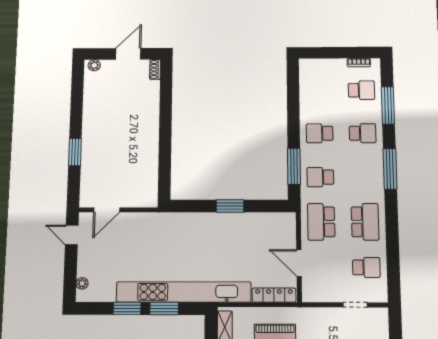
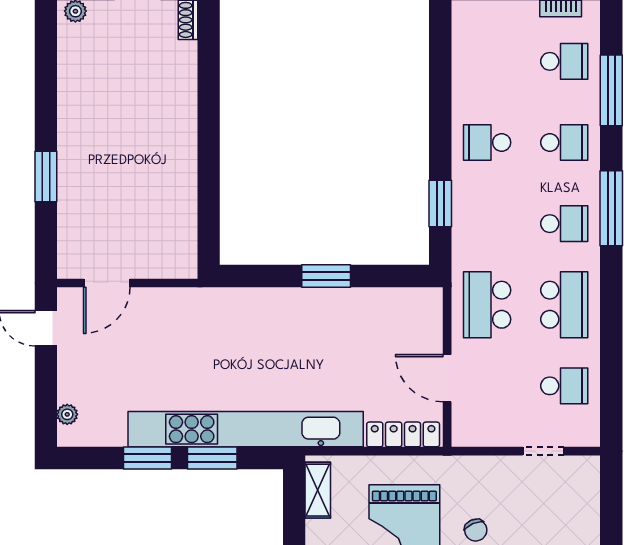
window: (294, 166) -> (440, 204), width x0.69
school desk: (320, 177) -> (564, 224), moved, turned 180

